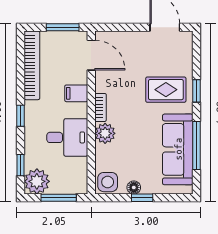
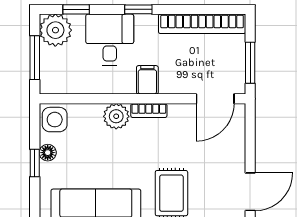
filing cabinet: (76, 93) -> (147, 80), moved
desk: (67, 137) -> (110, 40), moved, turned 180

